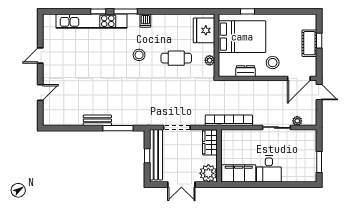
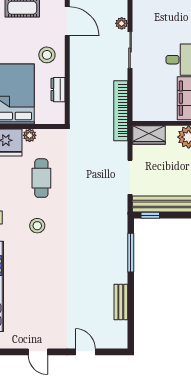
plant: (210, 60) -> (30, 135), moved
bench: (97, 120) -> (121, 302), moved
window: (147, 156) -> (150, 215), moved

